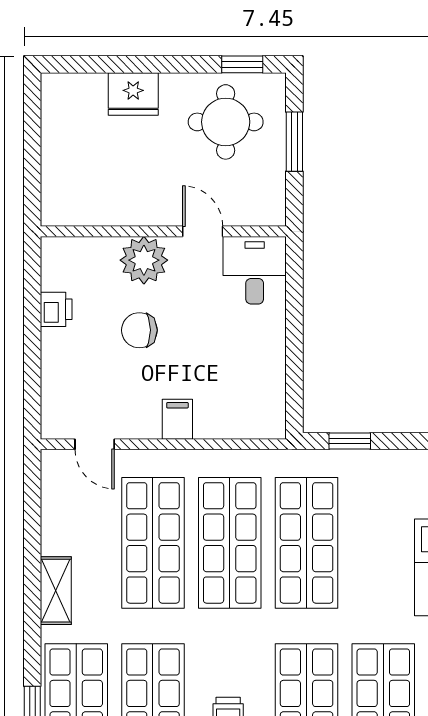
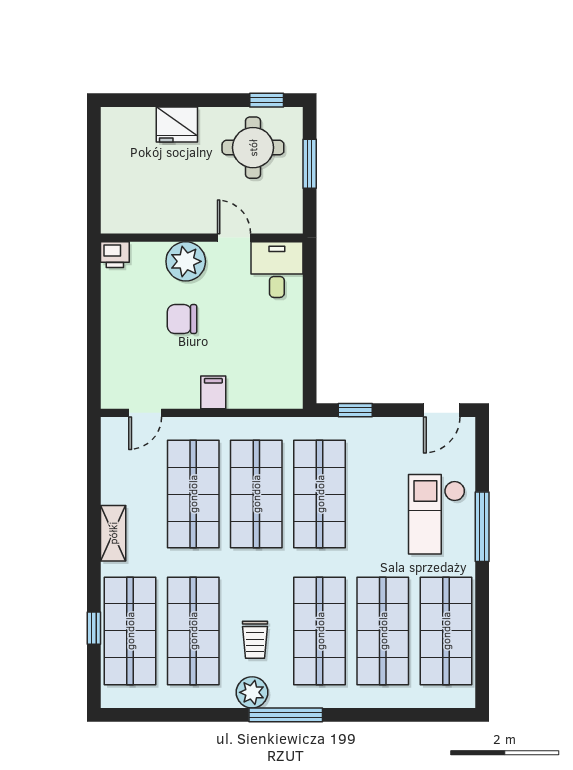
printer: (56, 309) -> (115, 255), moved, turned 90
door: (95, 444) -> (145, 413), hinge flipped

